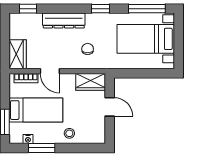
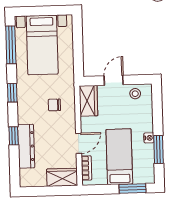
window: (28, 9) -> (14, 136), moved
dresser: (64, 20) -> (26, 146), moved
stool: (69, 133) -> (135, 94), moved
nightstand: (28, 139) -> (149, 138), moved

